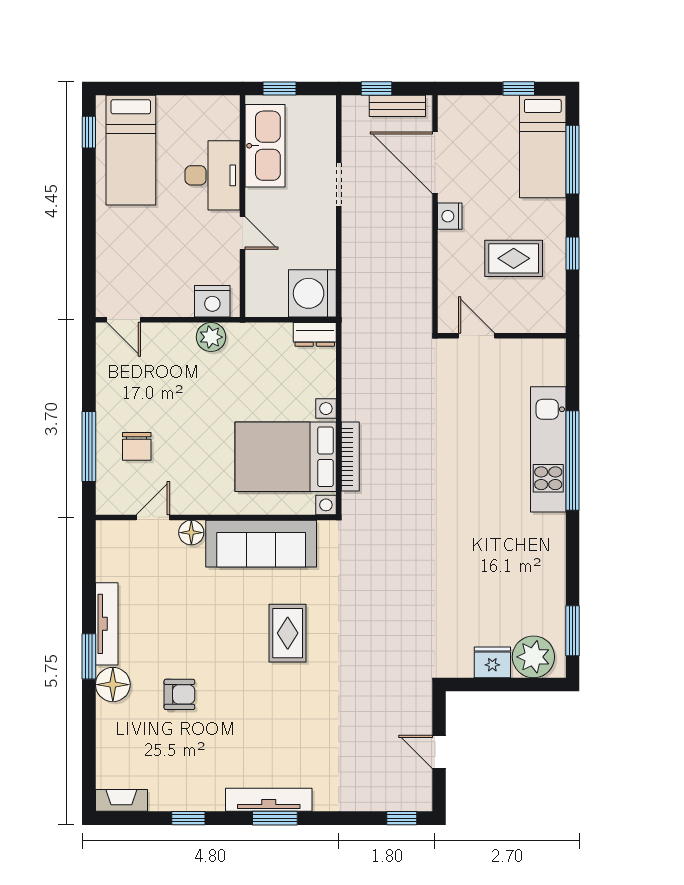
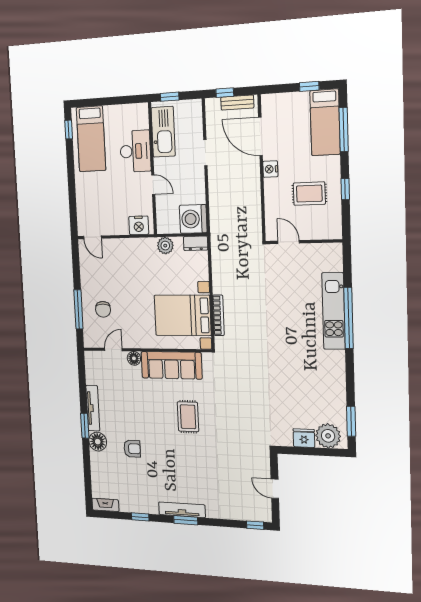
plant: (211, 337) -> (165, 246), moved

